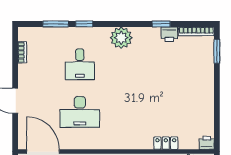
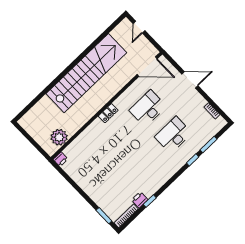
plant: (121, 38) -> (165, 172), removed
desk: (80, 64) -> (173, 135), width x1.37
locker: (166, 143) -> (108, 113), moved

